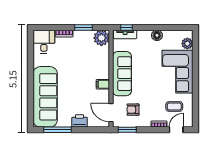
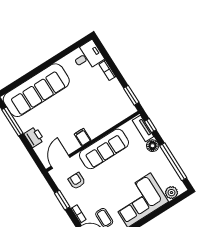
window: (84, 27) -> (131, 95), moved
window: (165, 27) -> (173, 162), added
floor lamp: (157, 35) -> (153, 146), moved
plant: (101, 38) -> (126, 108), removed
window: (127, 130) -> (62, 200), moved

